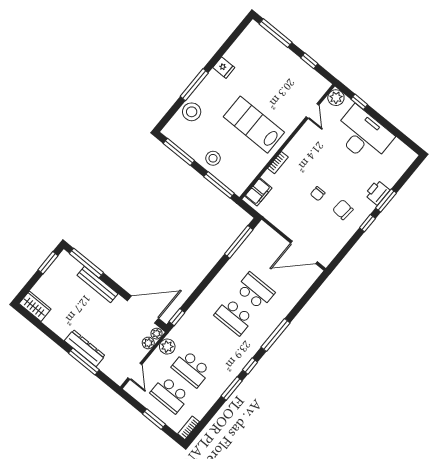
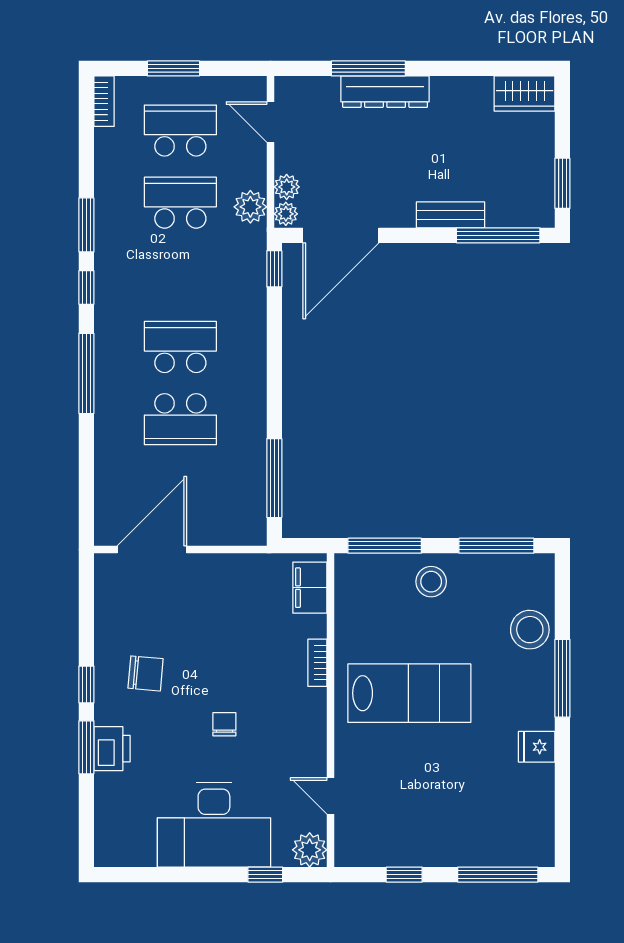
chair: (318, 194) -> (224, 724), moved
bench: (98, 285) -> (451, 215), width x0.73

